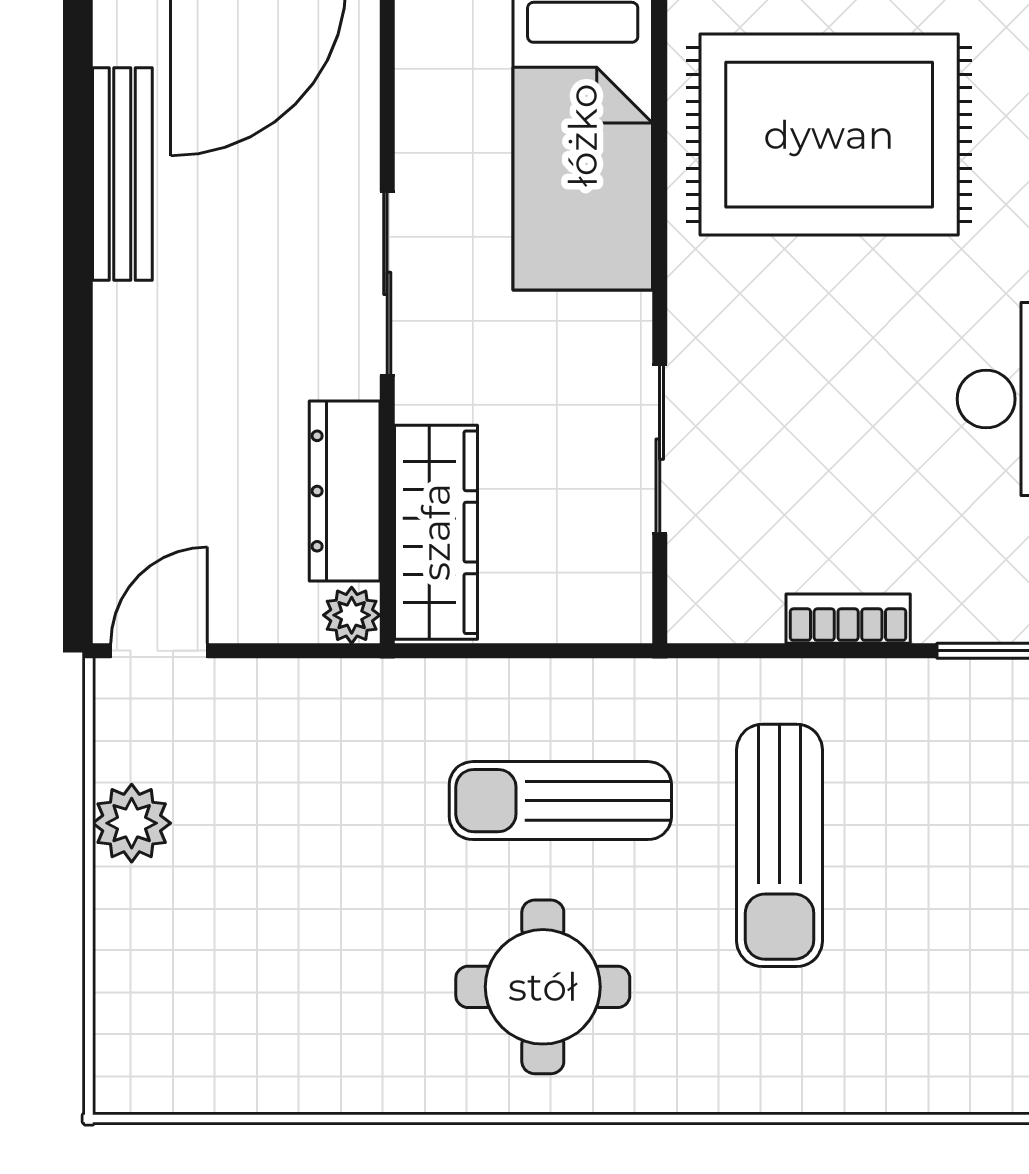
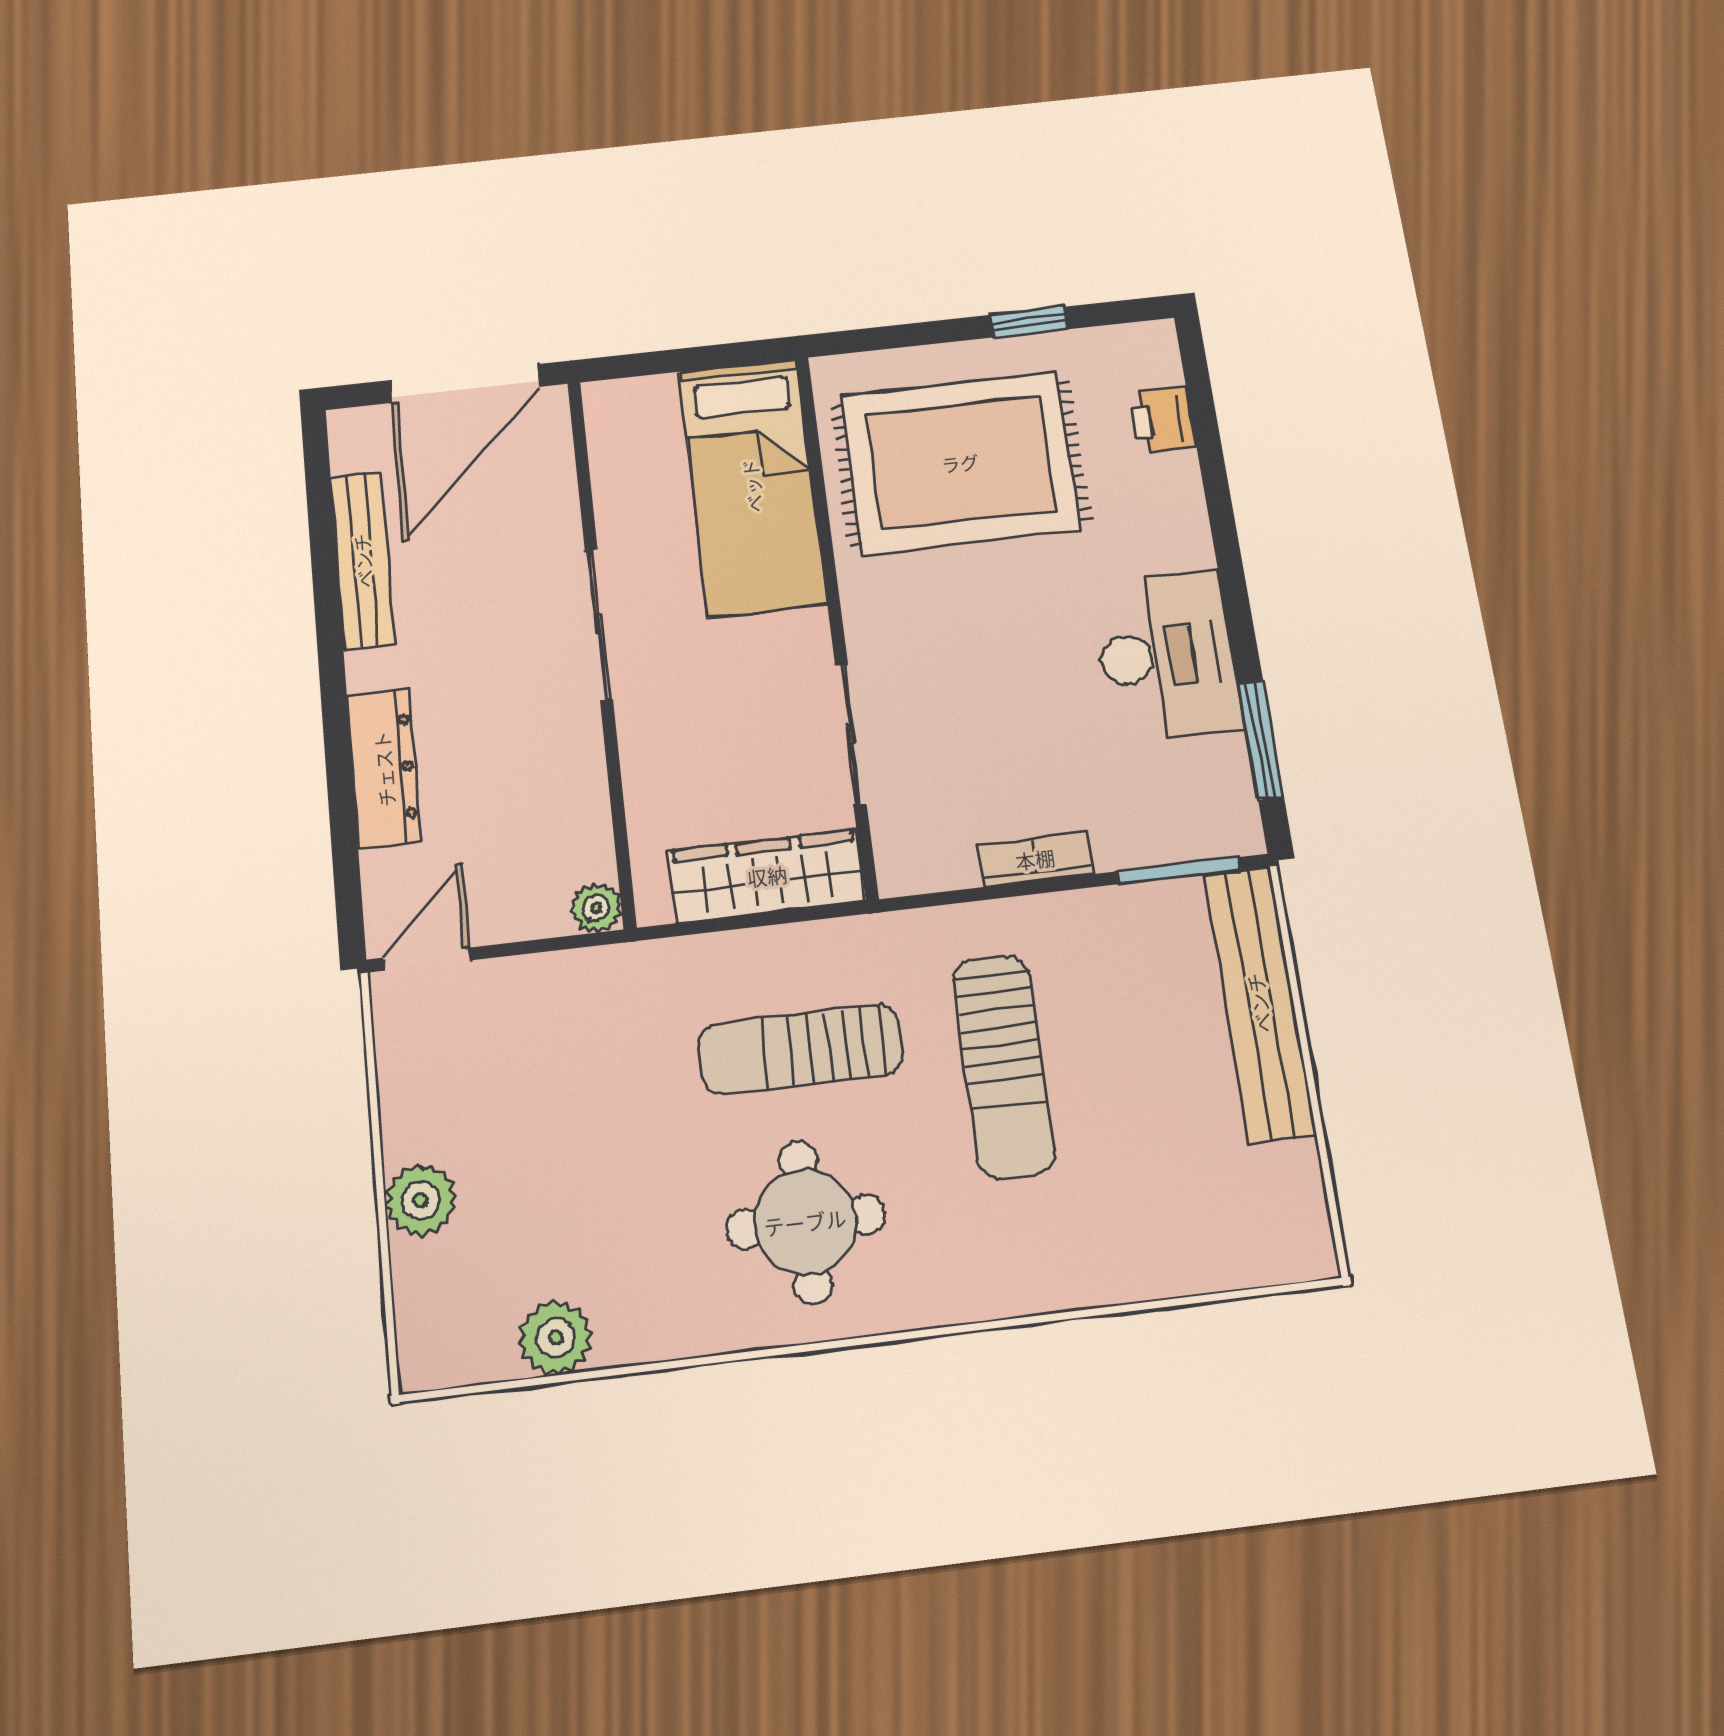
dresser: (345, 491) -> (384, 769), moved, turned 180
wardrobe: (436, 532) -> (767, 876), moved, turned -90
plant: (132, 823) -> (421, 1200), moved
plant: (263, 1076) -> (555, 1338), added

